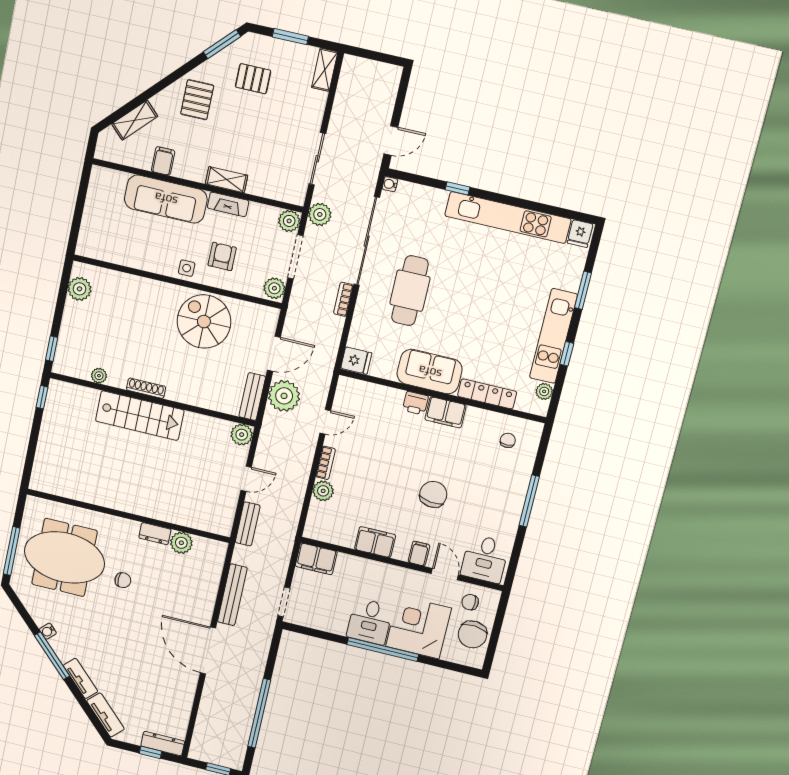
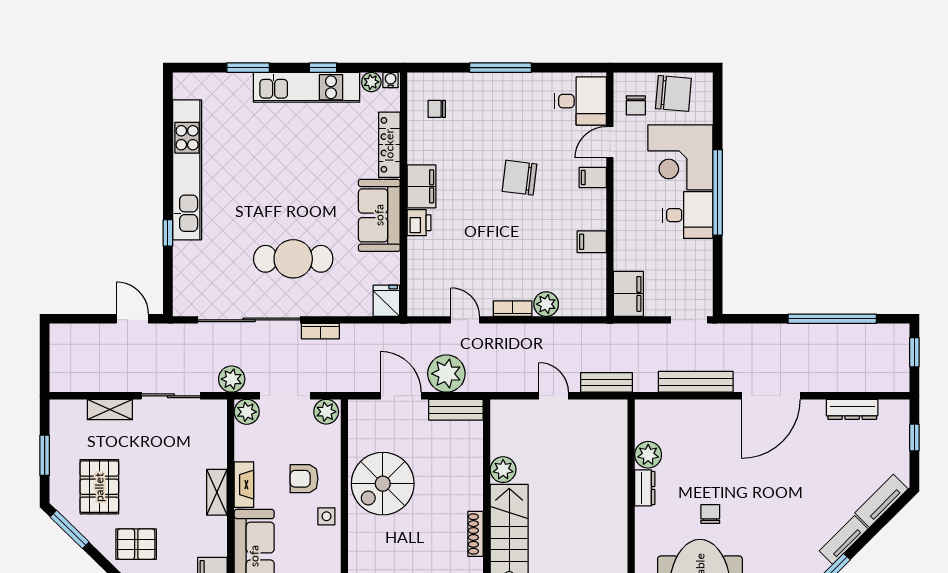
shelving: (325, 70) -> (110, 409), moved
pallet: (253, 79) -> (99, 487), width x1.50, depth x1.42
water cooler: (390, 184) -> (391, 80), moved, turned 180
fridge: (580, 234) -> (186, 86), removed
plant: (242, 435) -> (503, 470), moved
filing cabinet: (375, 542) -> (592, 242), width x0.50
dresser: (163, 744) -> (852, 409), moved, turned -90

